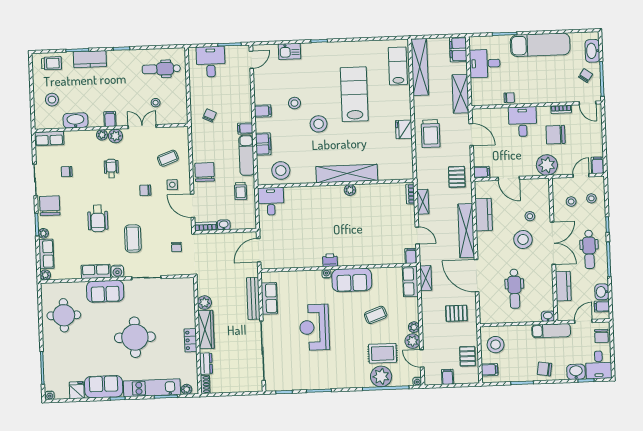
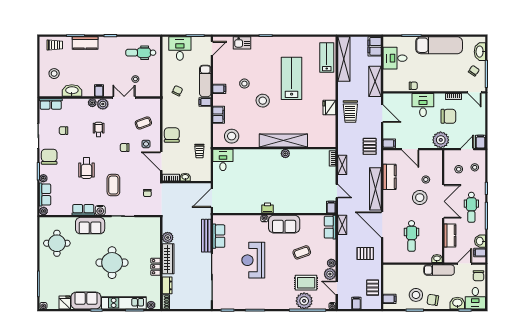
chair: (556, 135) -> (448, 116), turned 180
exam couch: (247, 155) -> (205, 81), moved
stool: (496, 345) -> (416, 295), moved

